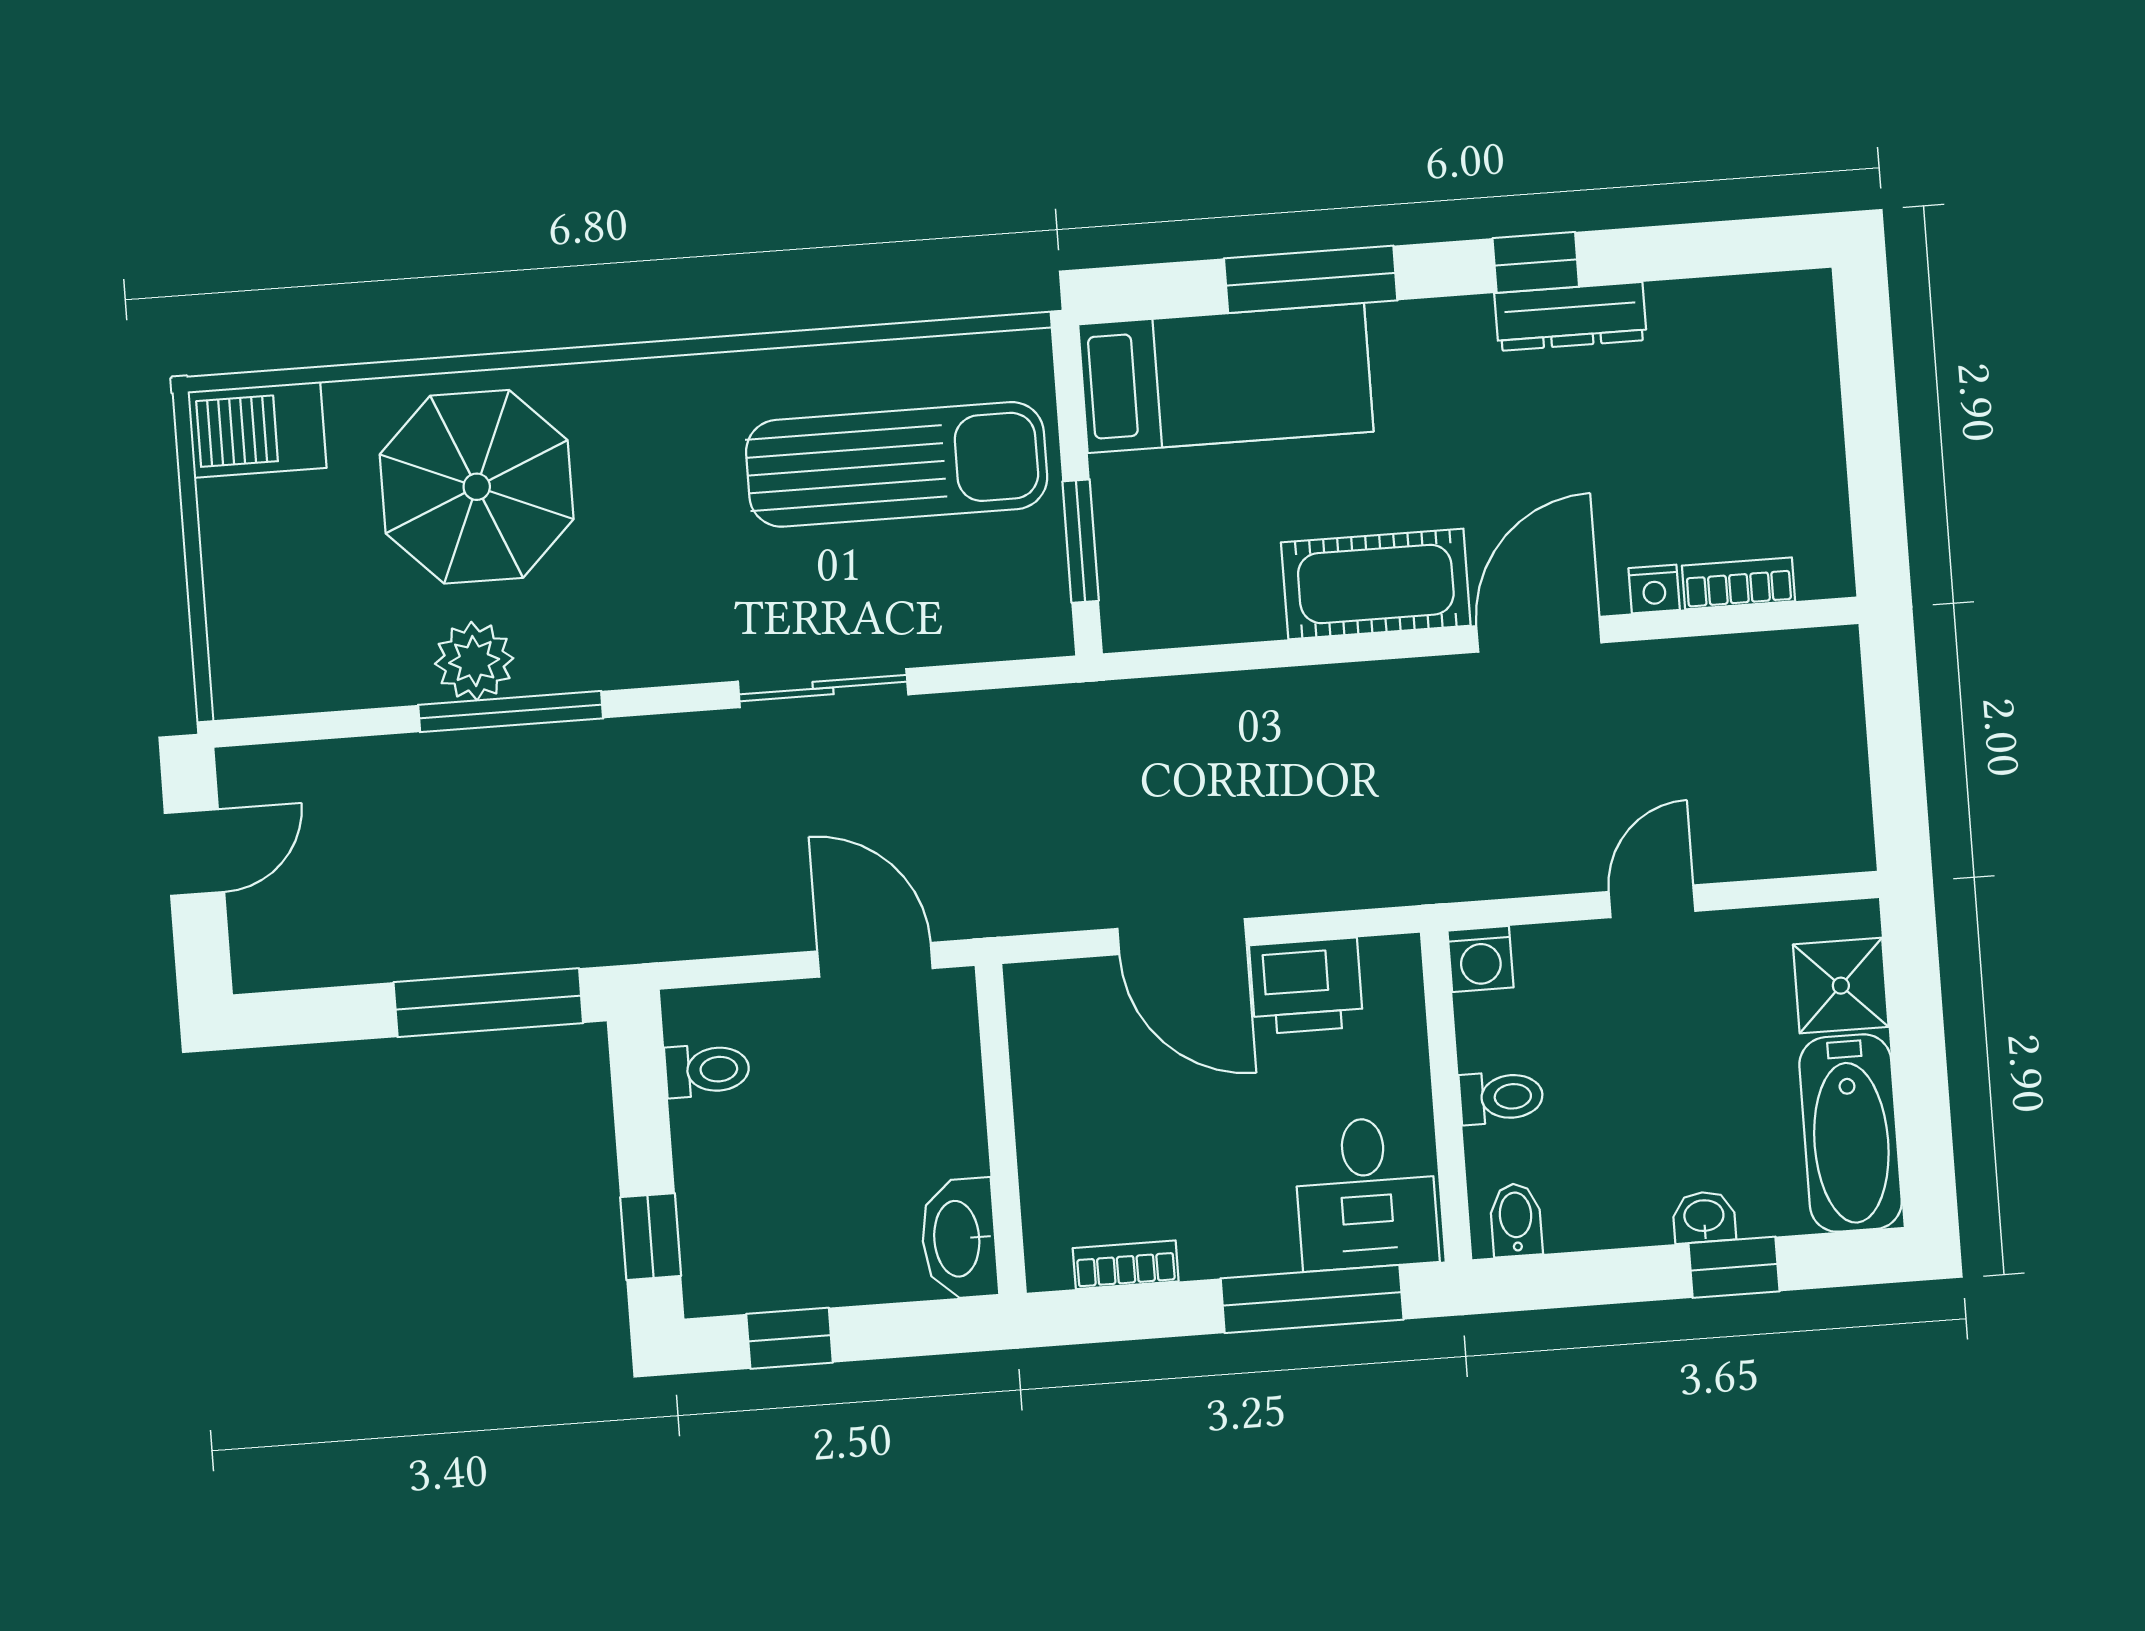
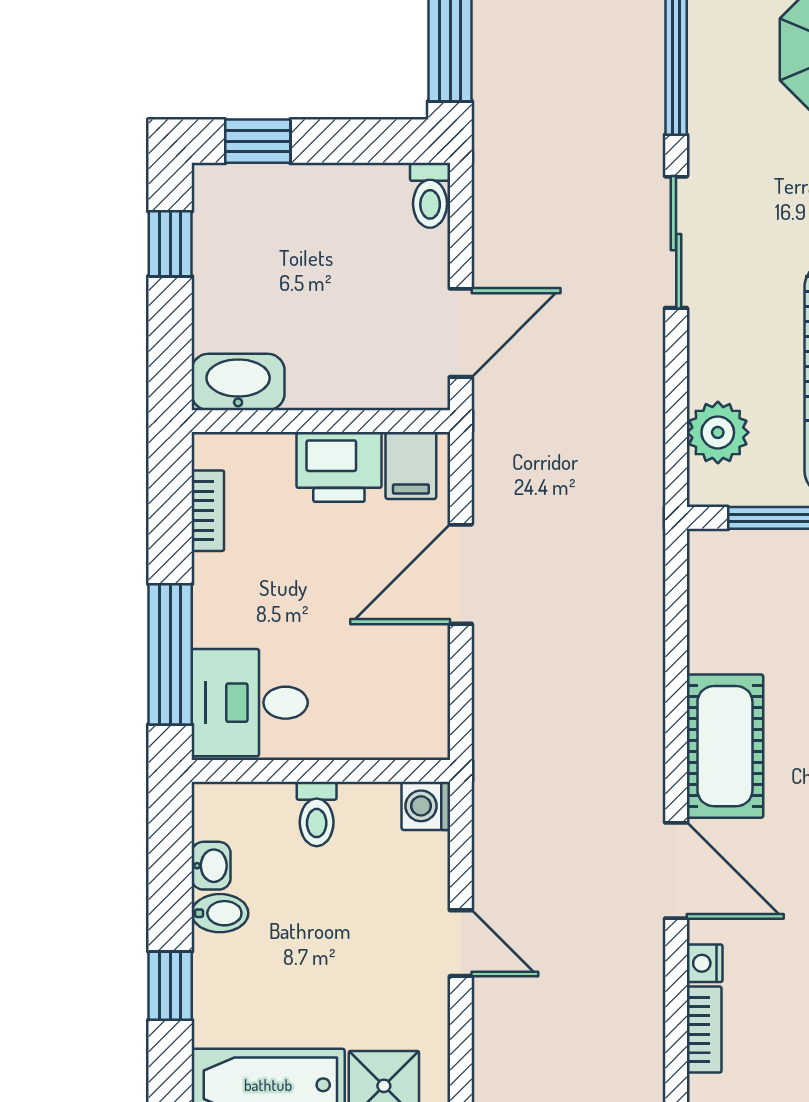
plant: (474, 661) -> (718, 432), moved
sliding door: (823, 688) -> (676, 242), moved
printer: (1306, 986) -> (339, 467), moved, turned -90
filing cabinet: (1049, 1011) -> (411, 465), added
toilet: (707, 1070) -> (430, 195), moved
washbasin: (1704, 1217) -> (211, 866), moved
bidet: (1516, 1220) -> (220, 913), moved

